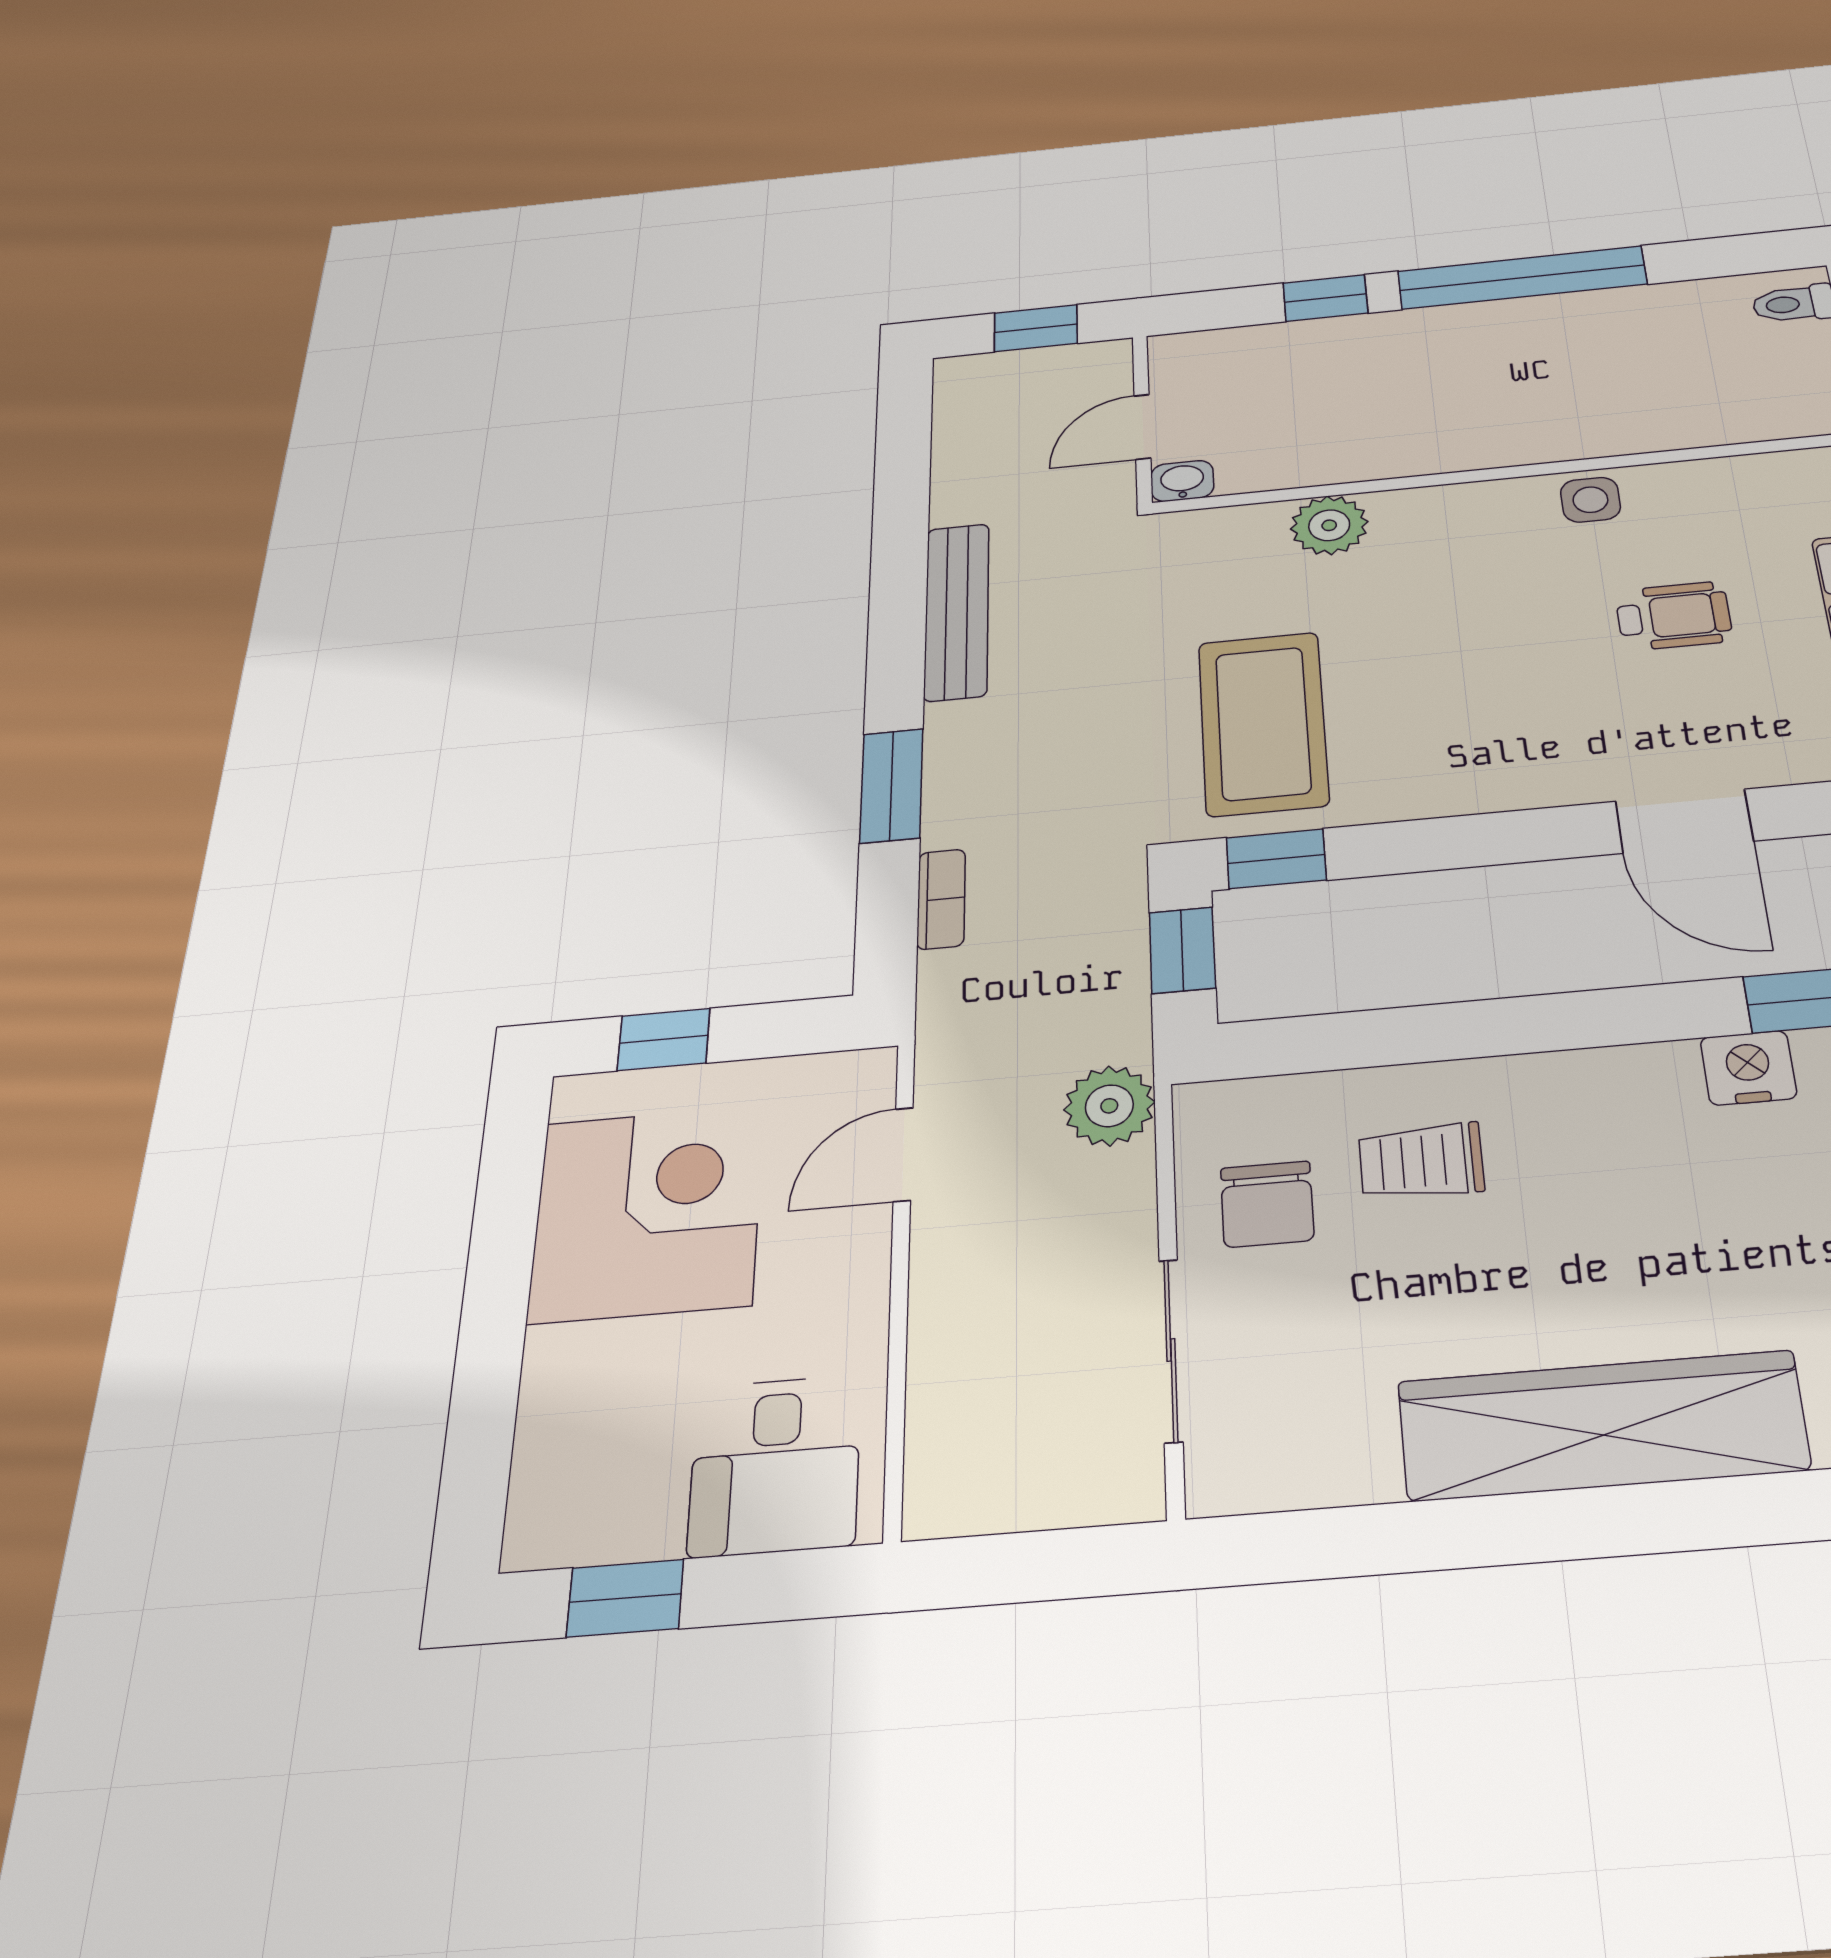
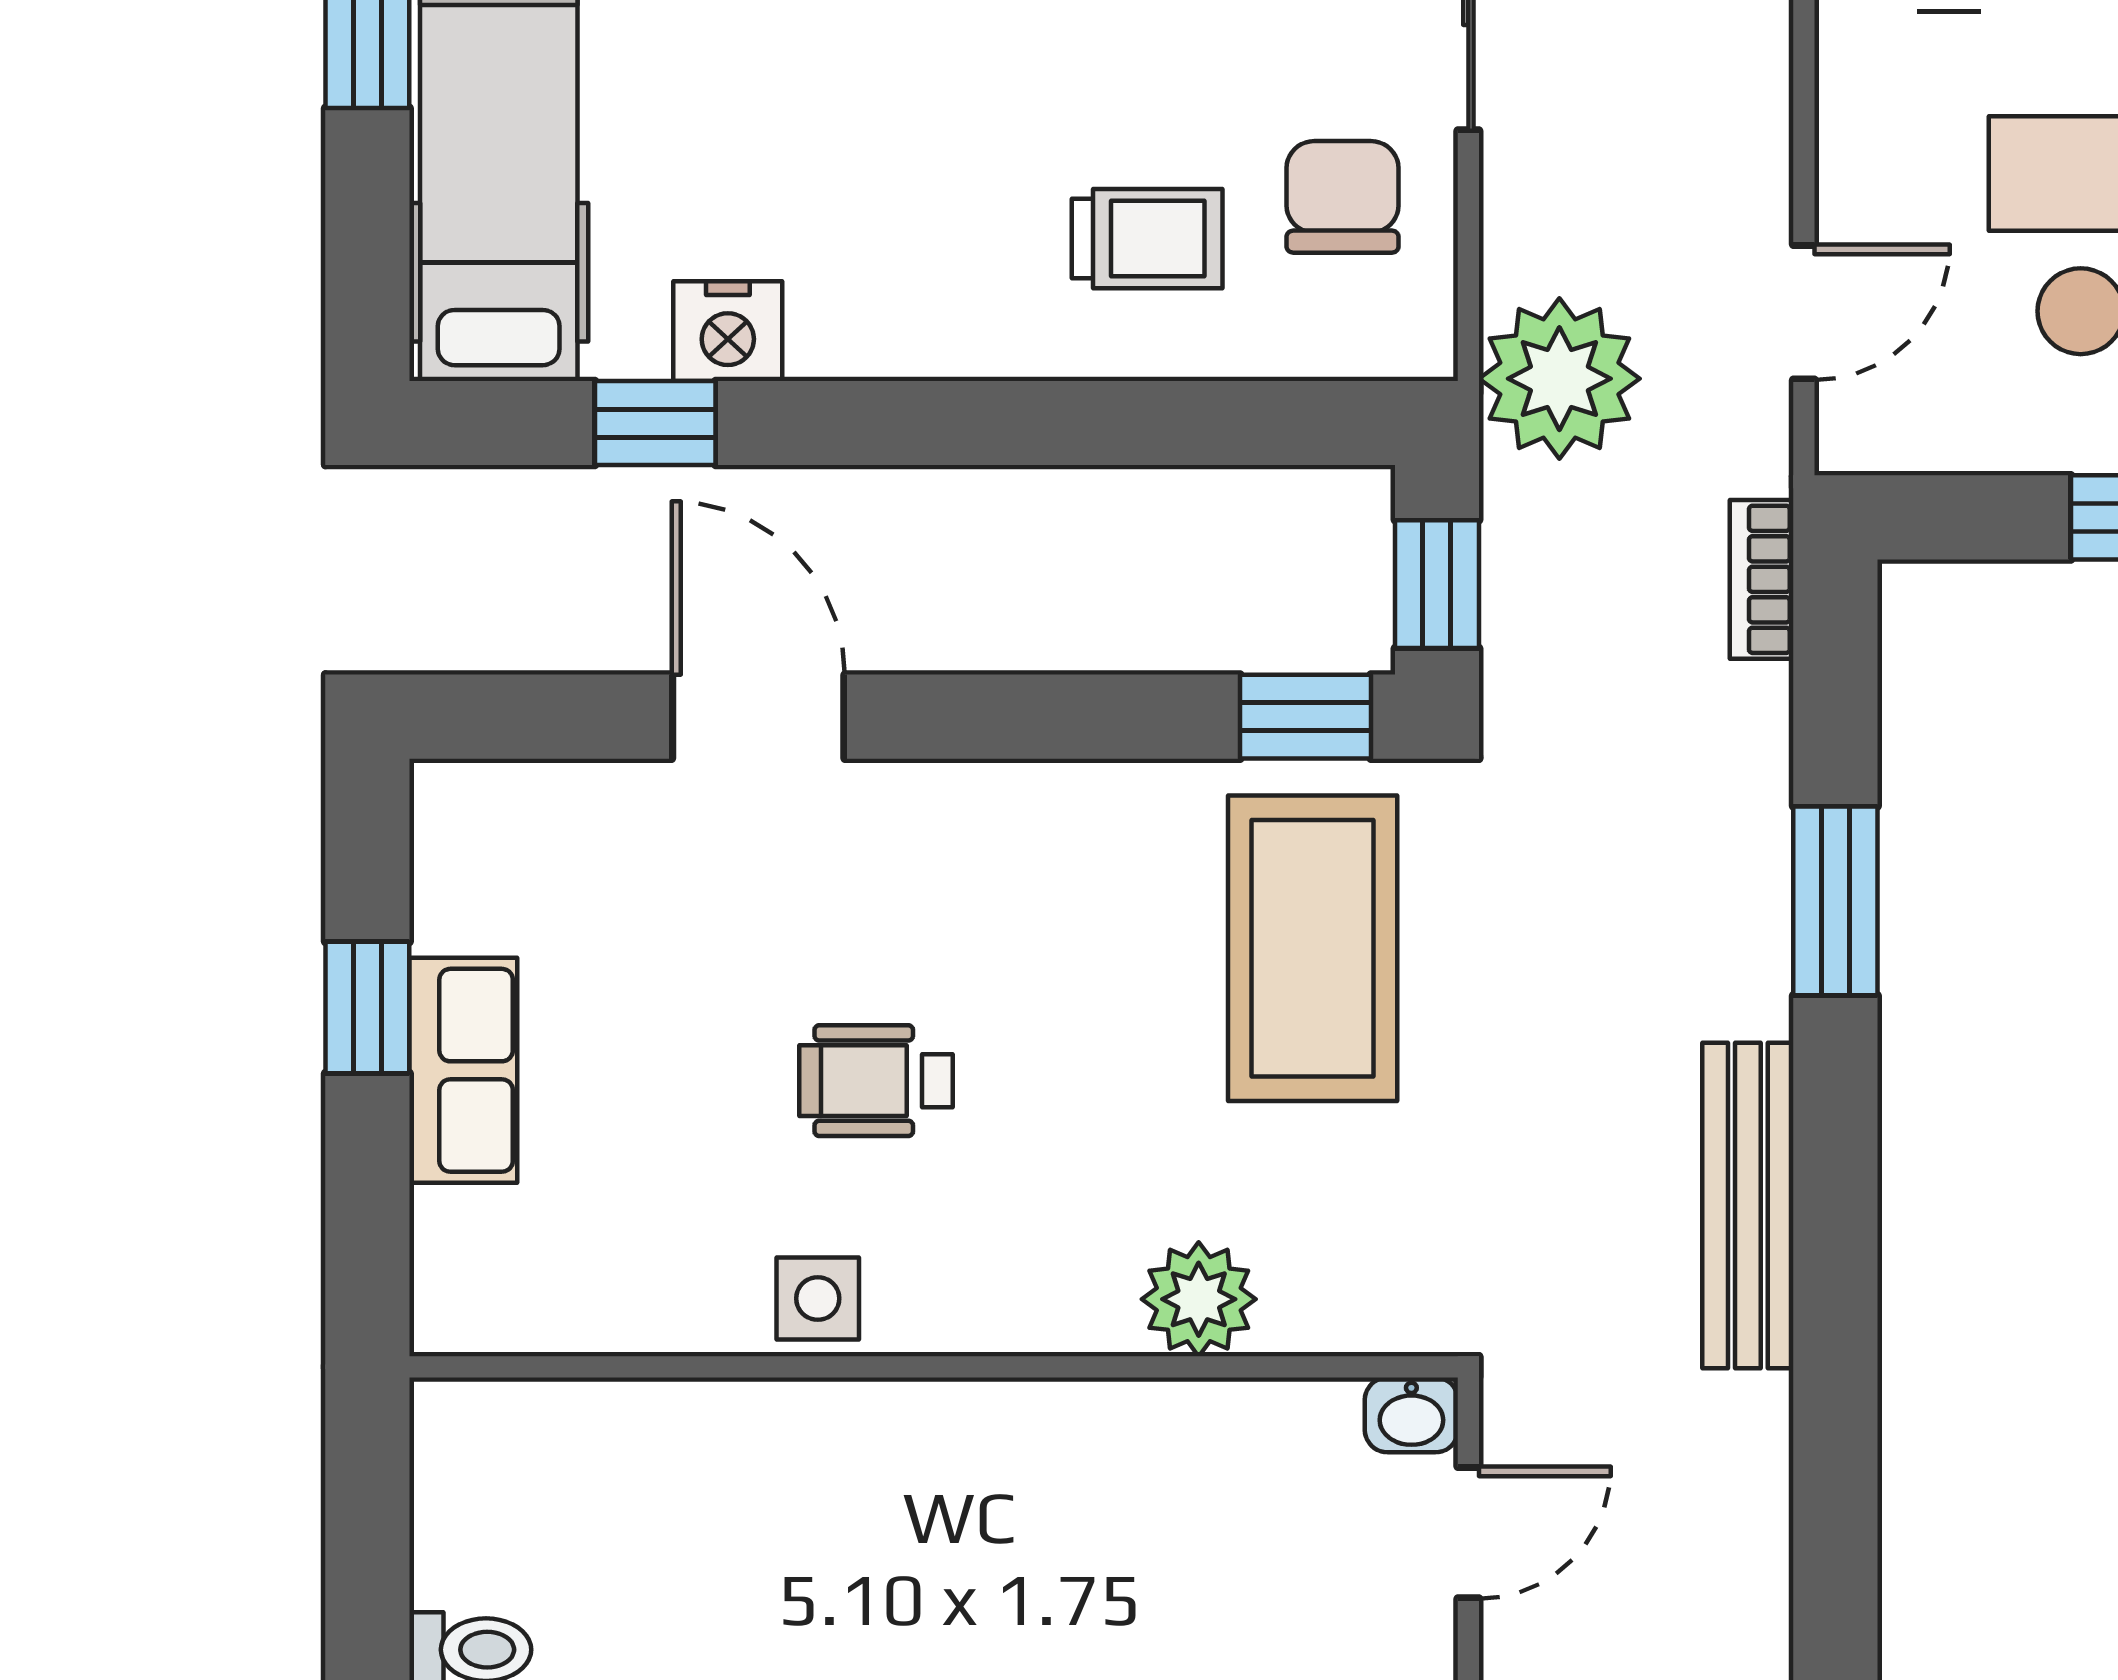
wheelchair: (1674, 616) -> (876, 1081), moved
bookcase: (941, 899) -> (1762, 579), moved
plant: (1109, 1106) -> (1559, 379), width x1.36, depth x1.36

